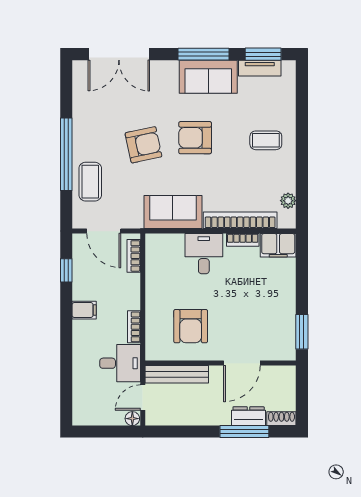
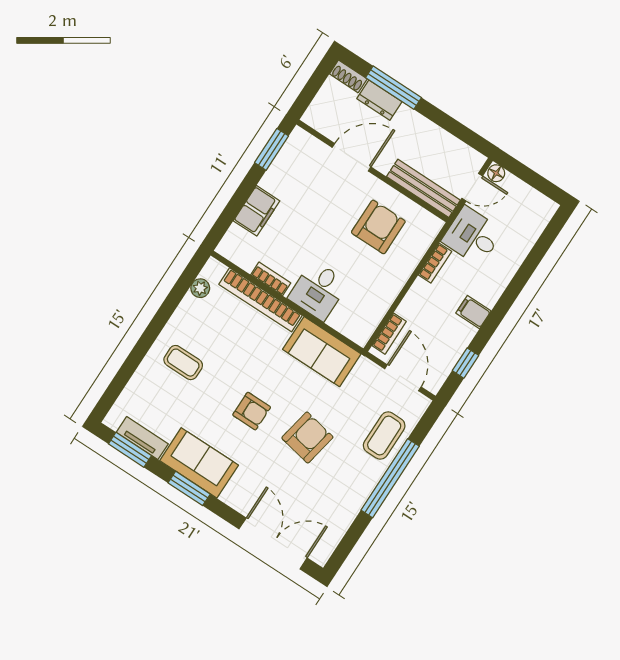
window: (203, 54) -> (189, 488), width x0.69
armchair: (195, 138) -> (252, 411), width x0.72, depth x0.72
armchair: (143, 145) -> (307, 437), turned 113
filing cabinet: (278, 245) -> (257, 211), moved, turned 90

